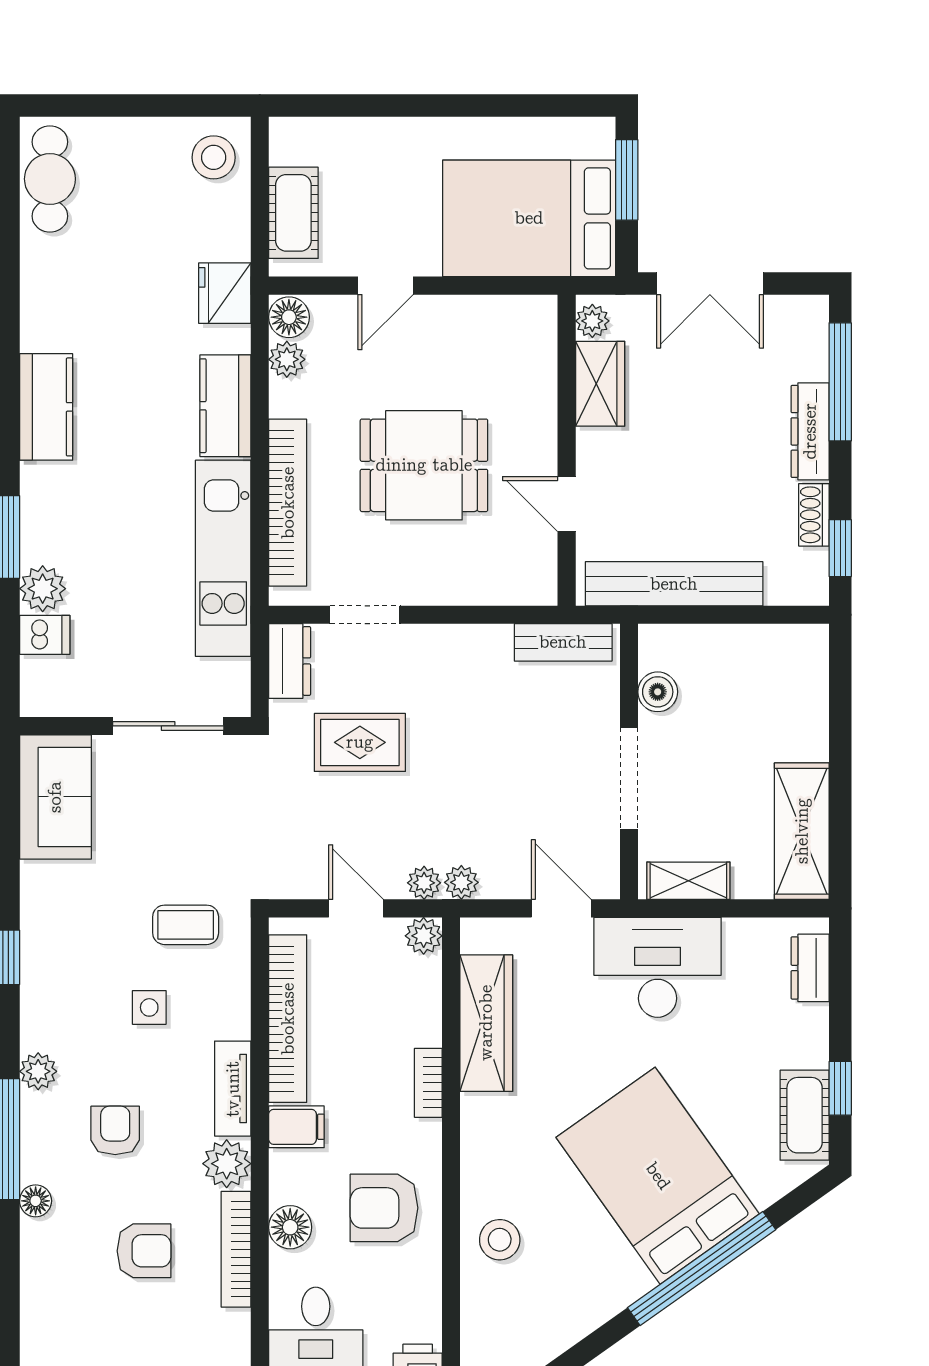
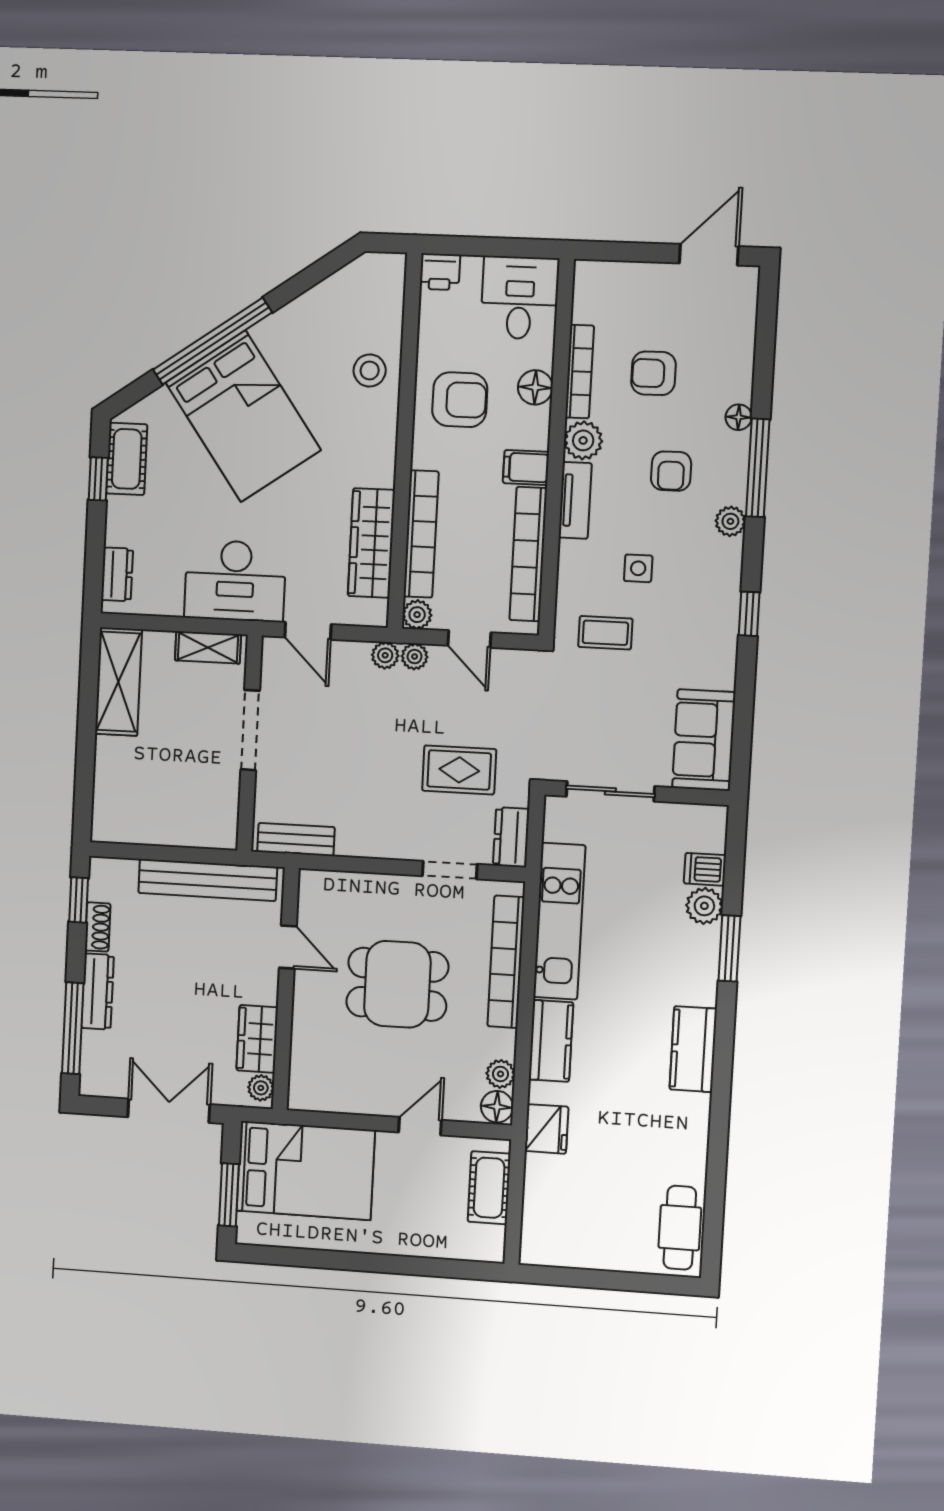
stool: (214, 157) -> (549, 1235), removed
boiler: (658, 692) -> (224, 797), removed
bookcase: (428, 1083) -> (421, 534), width x2.31, depth x1.31

